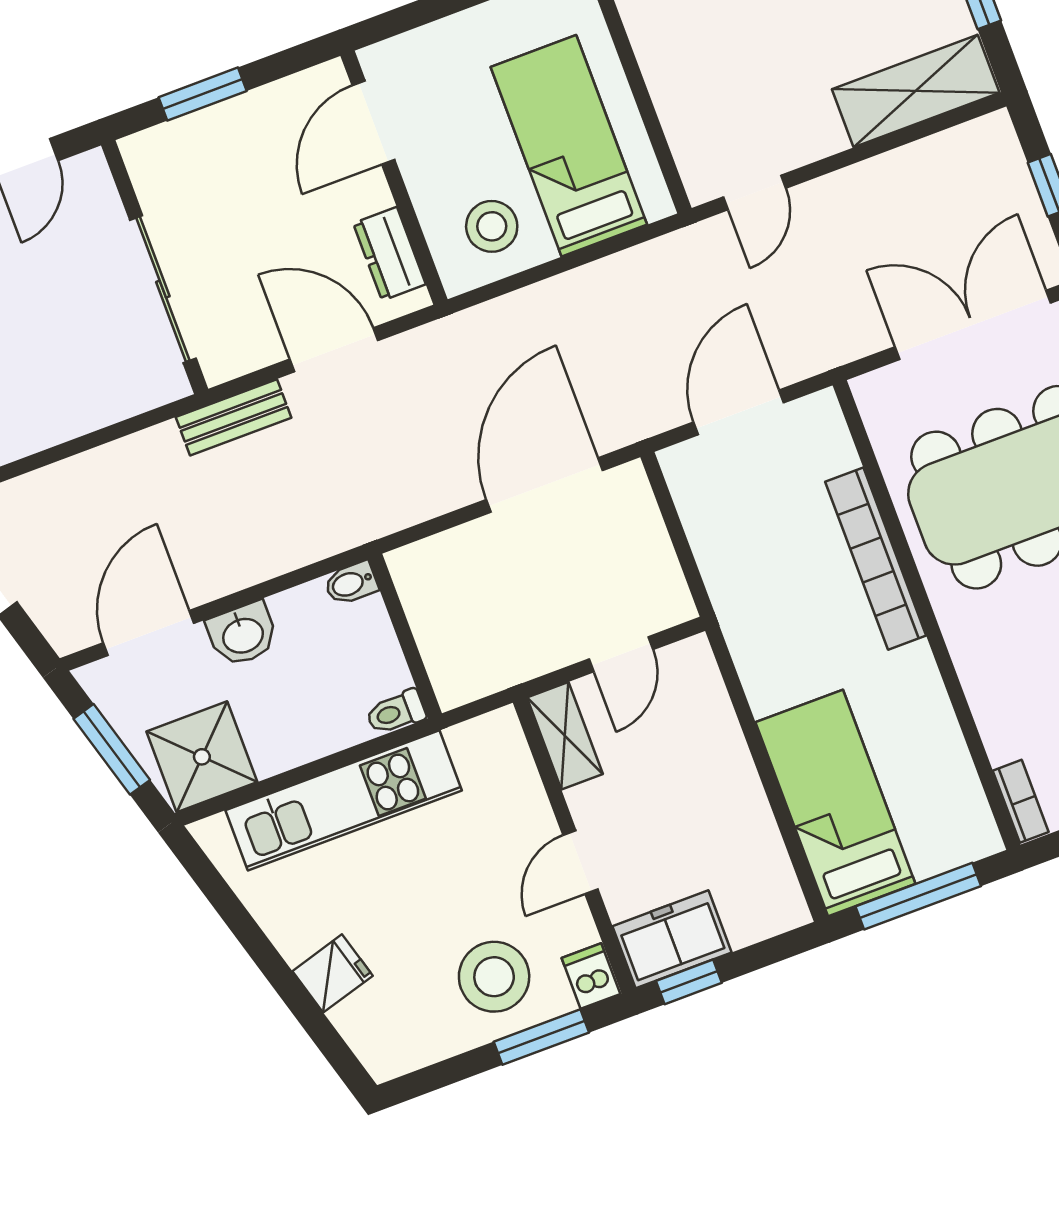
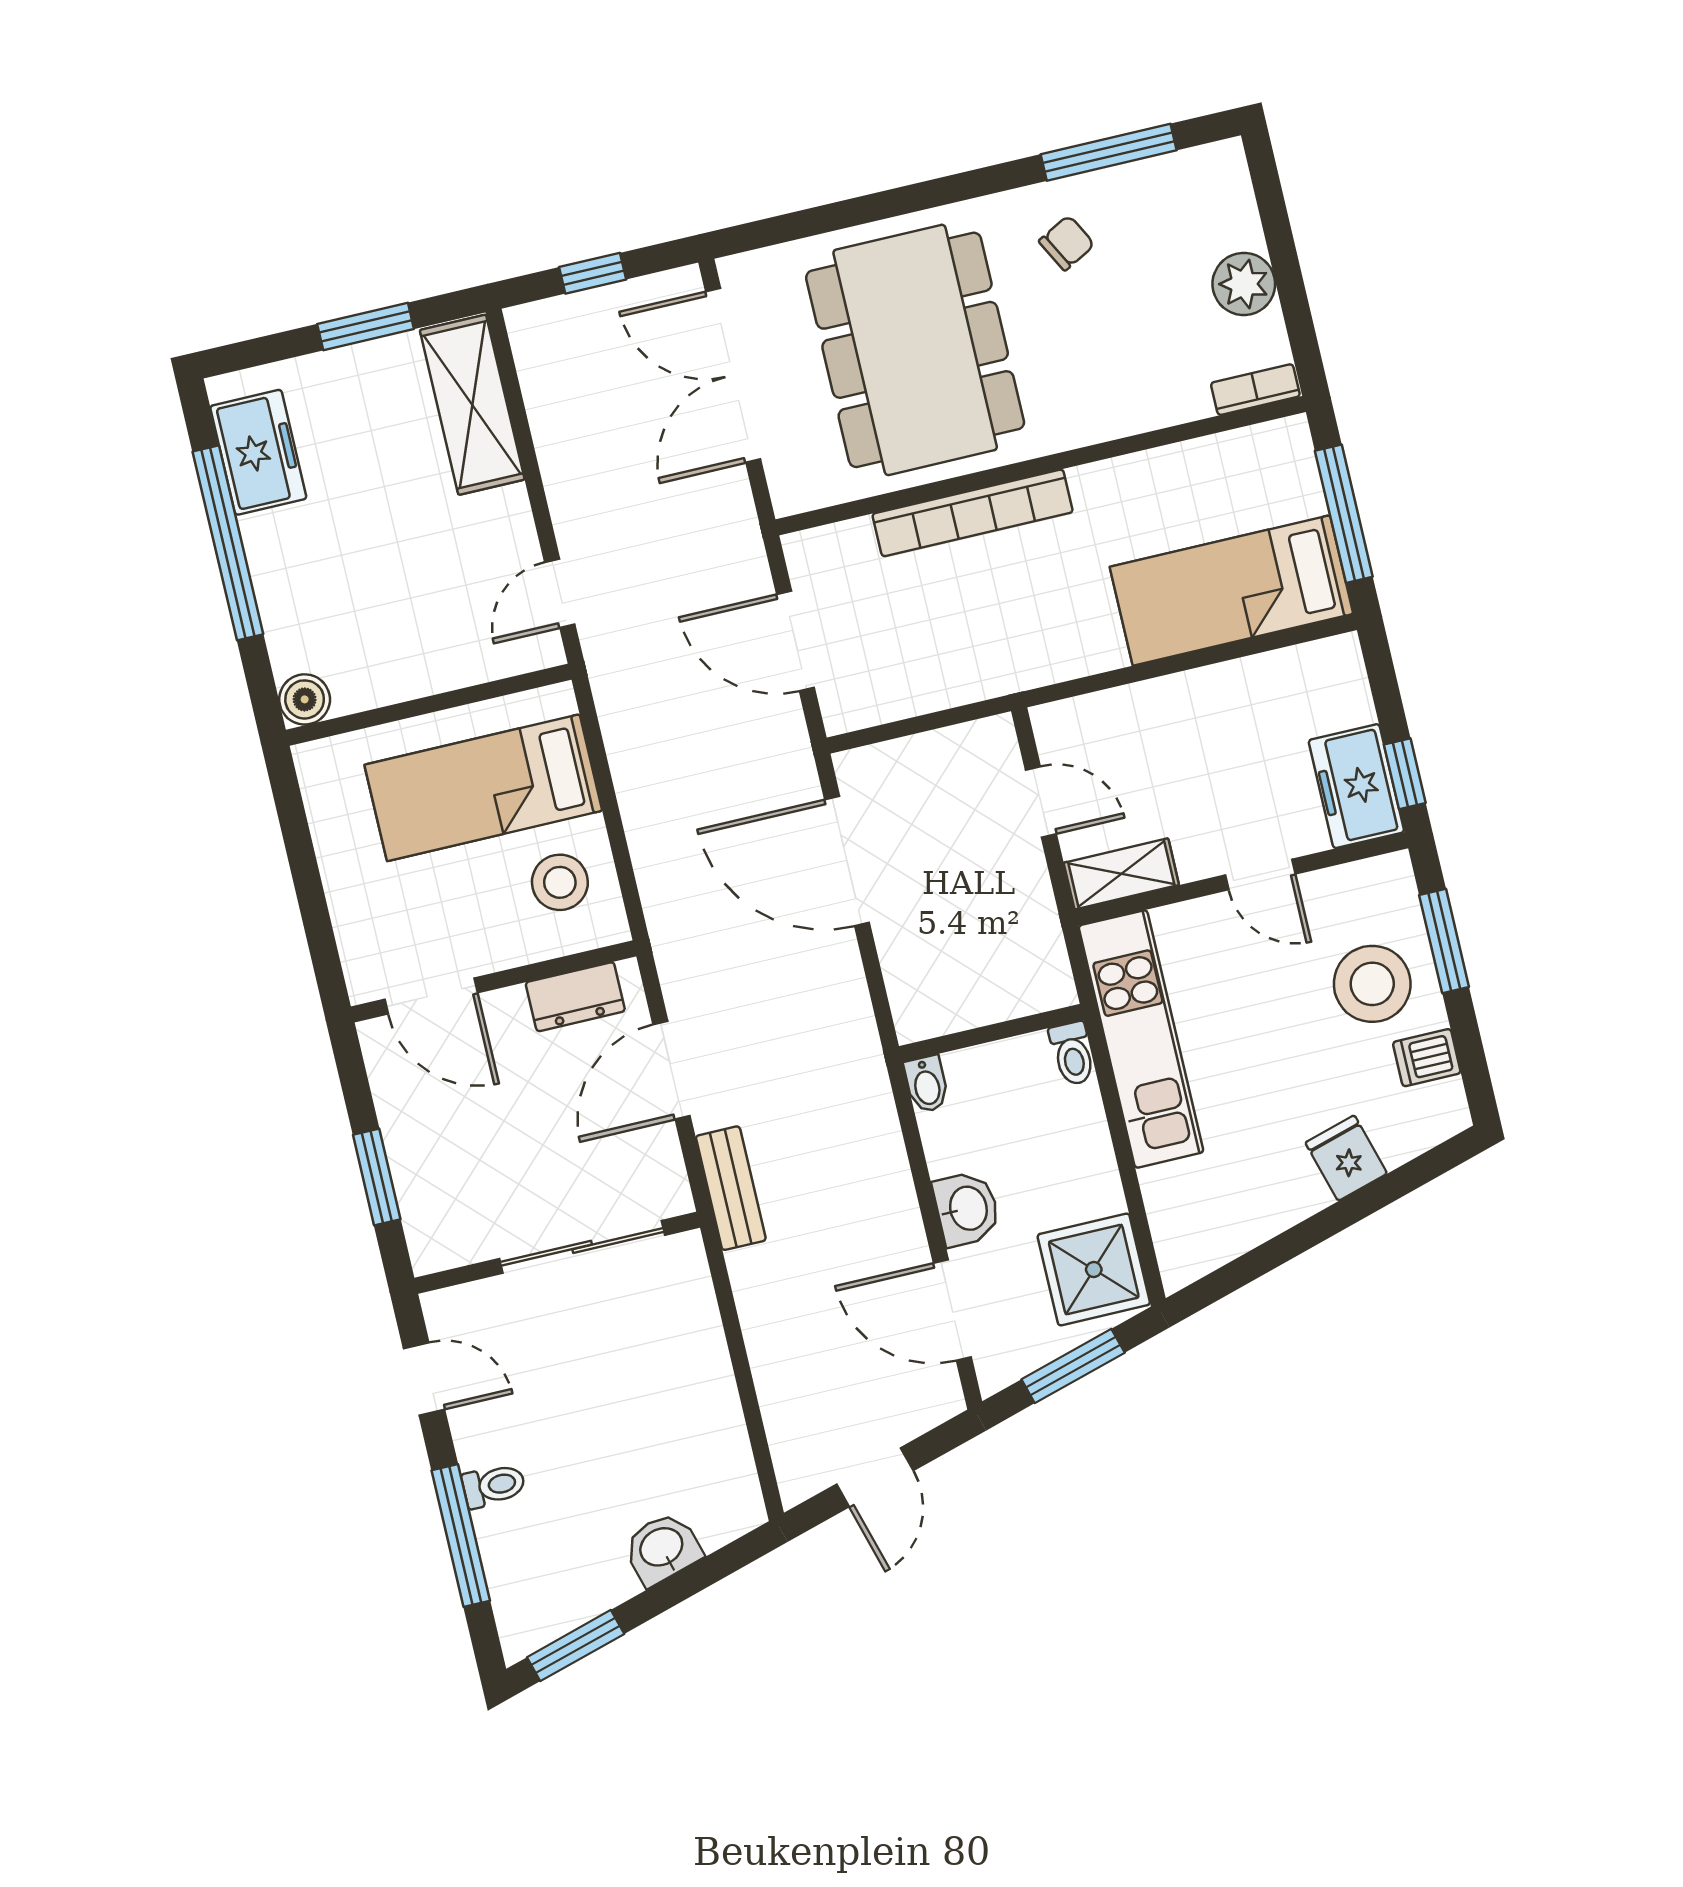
door: (755, 193) -> (560, 593), swing flipped
kitchen unit: (344, 800) -> (1141, 1039), moved
dishwasher: (591, 976) -> (1427, 1058), moved

